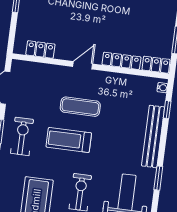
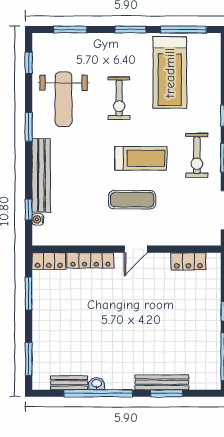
water cooler: (162, 88) -> (38, 219), moved

